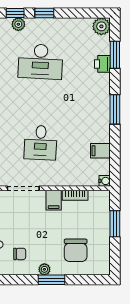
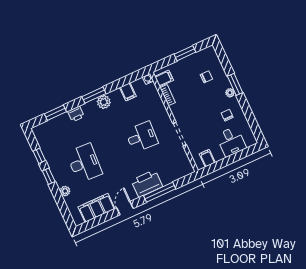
window: (15, 13) -> (39, 156), moved
plant: (101, 26) -> (104, 102), moved
printer: (102, 64) -> (76, 114), moved
filing cabinet: (54, 200) -> (164, 78), moved
window: (115, 224) -> (185, 53), moved
chair: (76, 250) -> (206, 77), width x0.54, depth x0.54

